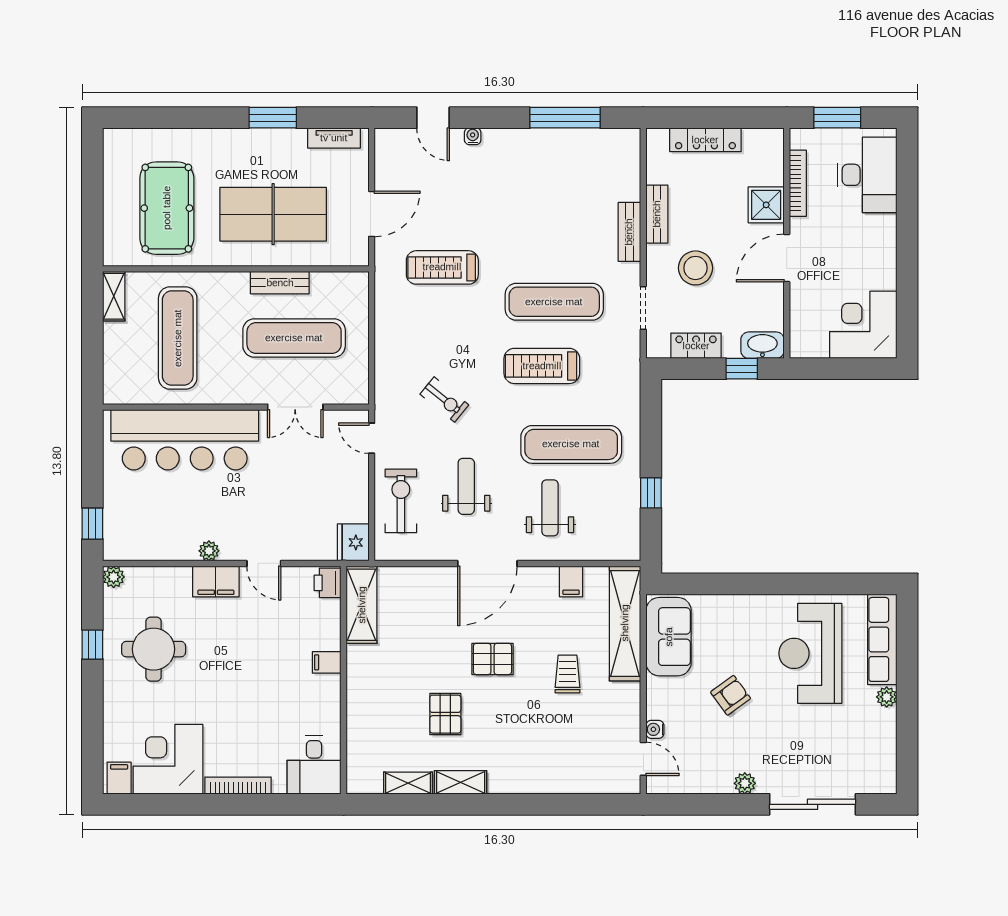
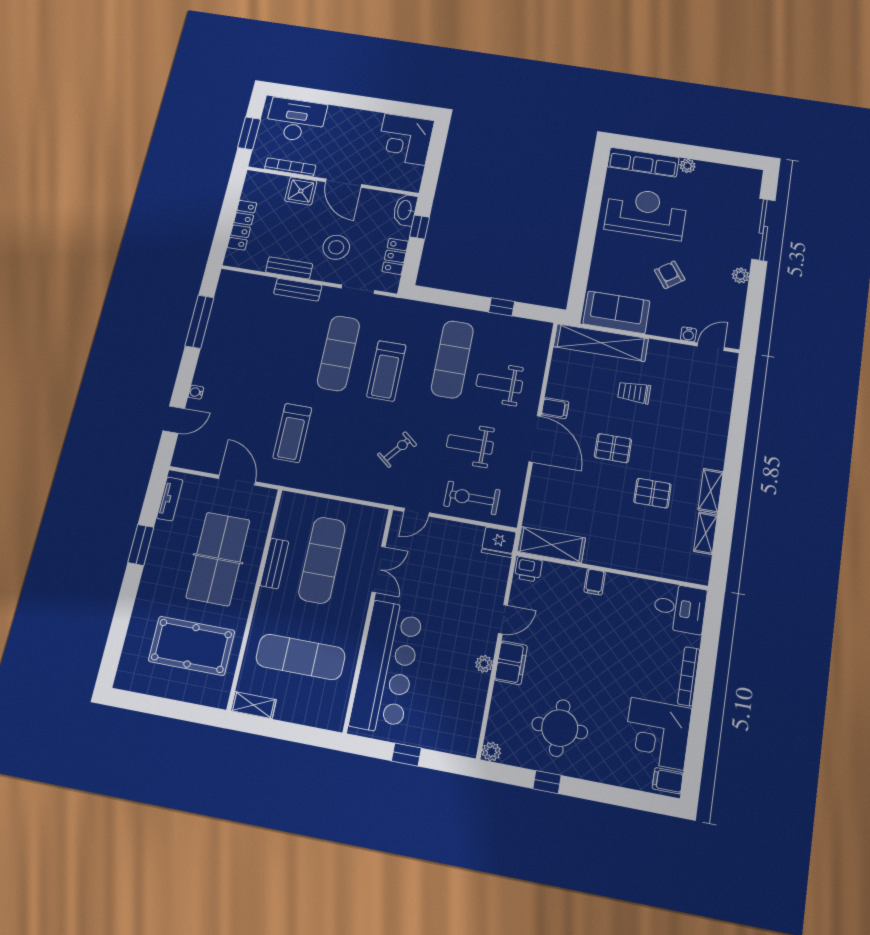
window: (92, 524) -> (406, 755), moved
filing cabinet: (571, 581) -> (555, 408), moved
reception desk: (810, 653) -> (646, 213), turned 180
pallet: (492, 659) -> (613, 448), turned 90

